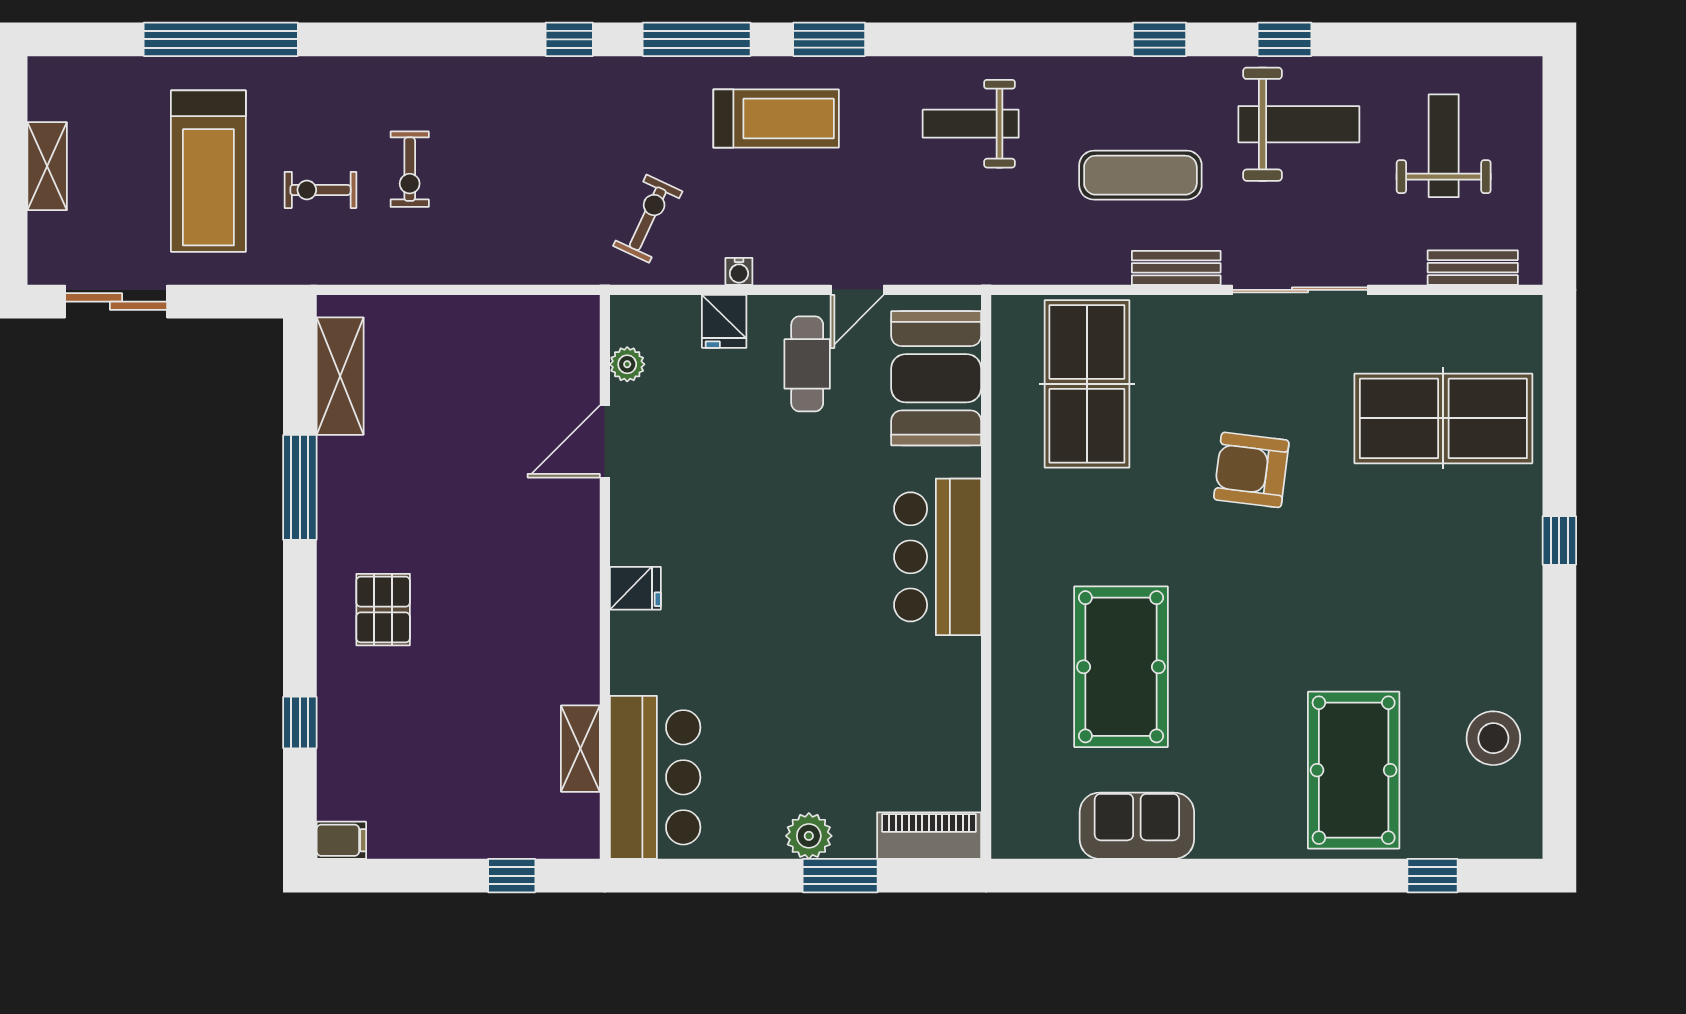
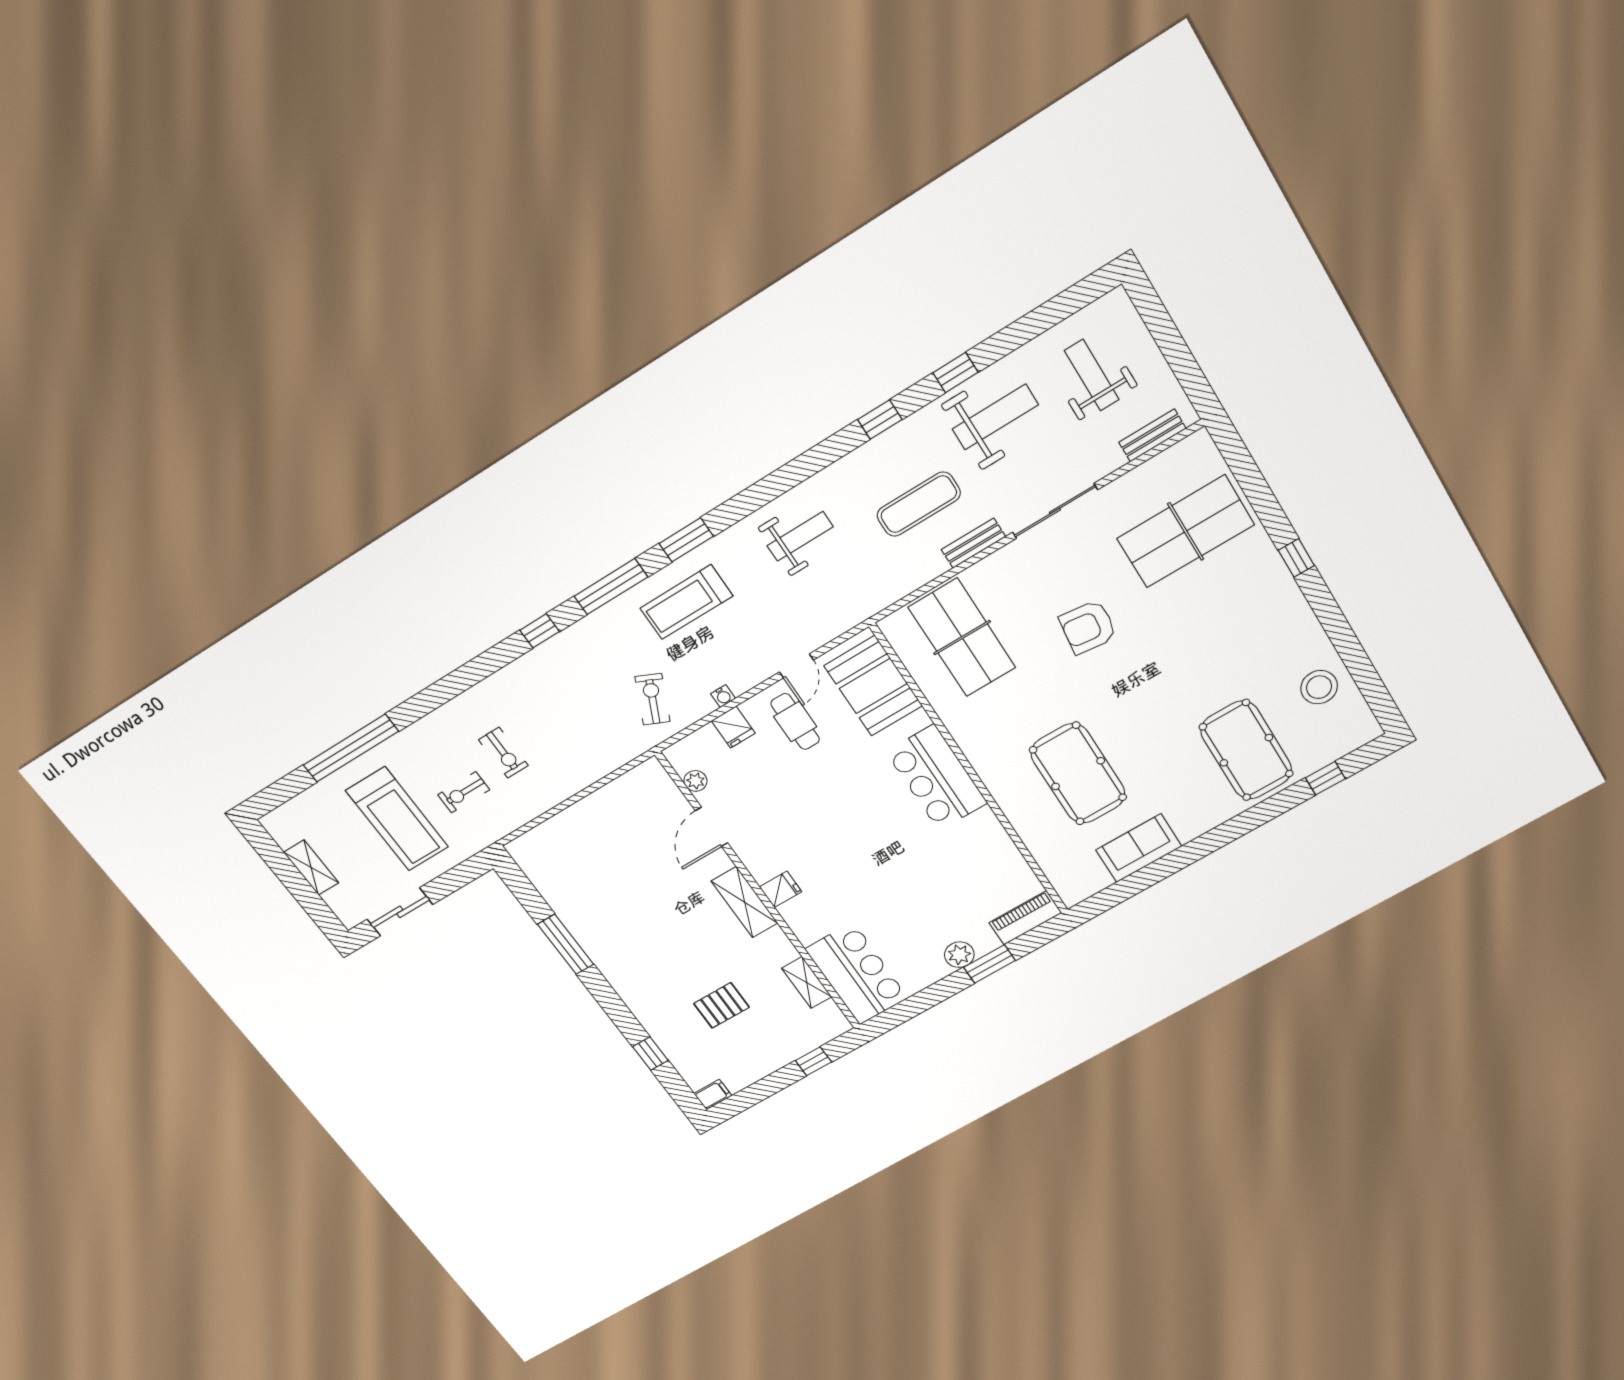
treadmill: (776, 119) -> (686, 602), turned 180
weight bench: (971, 124) -> (800, 536), turned 180
shelving: (340, 376) -> (745, 902), moved
pallet: (383, 610) -> (721, 1005), moved, turned 90

